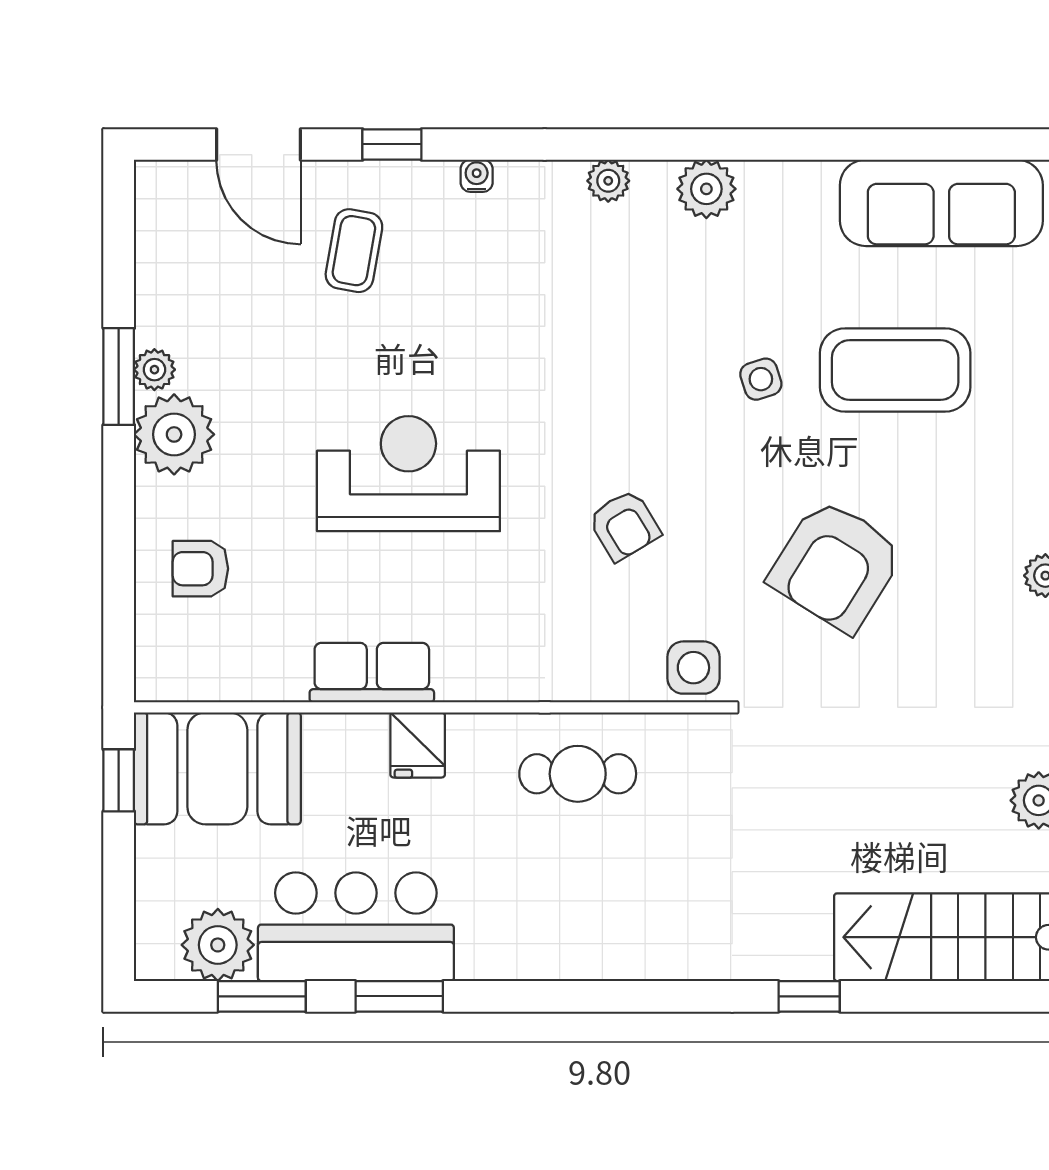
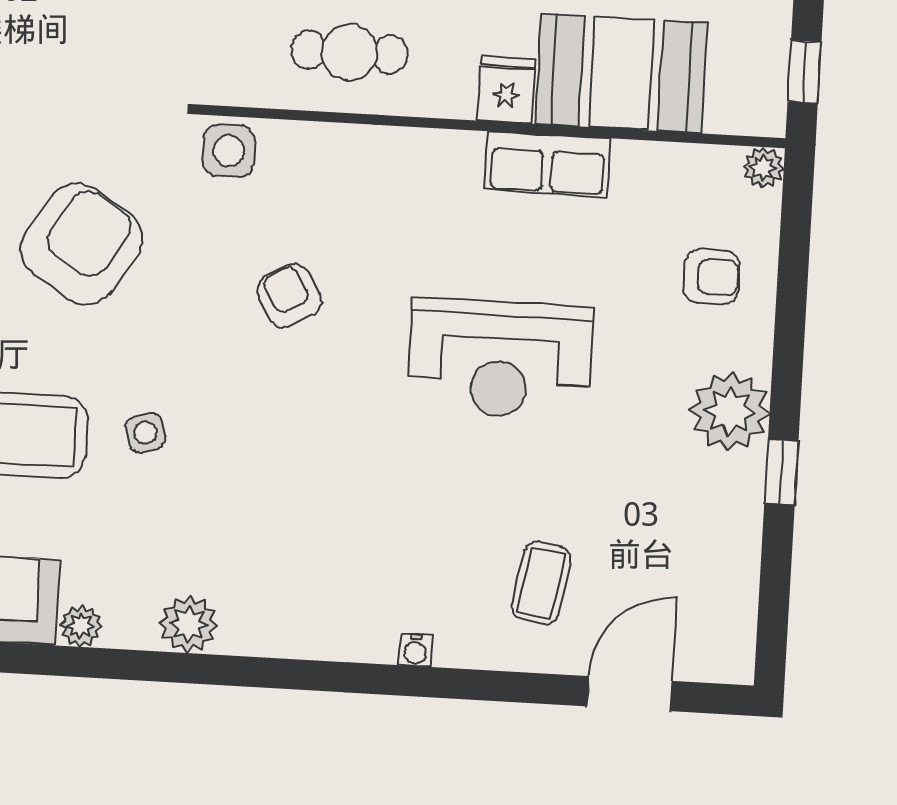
door: (259, 144) -> (630, 694), hinge flipped
window: (392, 144) -> (497, 686), removed
plant: (608, 181) -> (81, 626), moved
plant: (154, 370) -> (763, 168), moved
window: (119, 376) -> (781, 472), width x0.67
booth: (217, 768) -> (621, 73), moved

